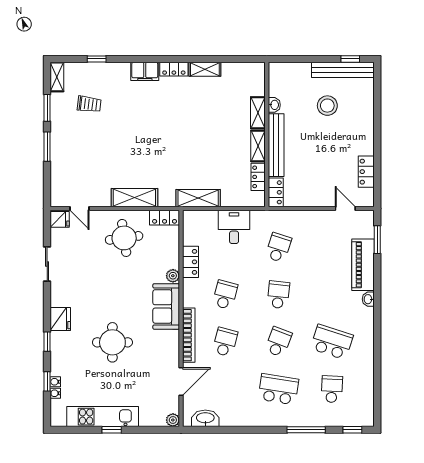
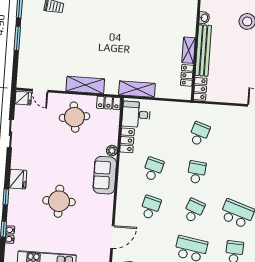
shelving: (258, 113) -> (190, 23), removed
desk: (234, 227) -> (136, 114), moved, turned -90
bookcase: (189, 335) -> (121, 200), removed

